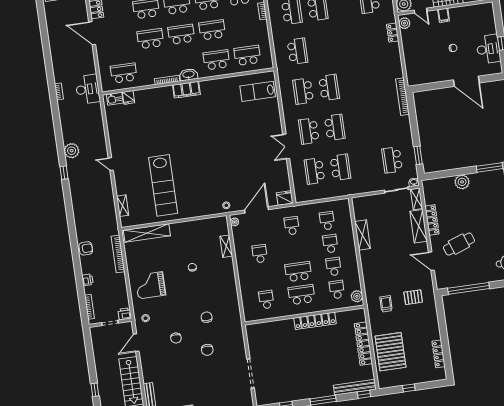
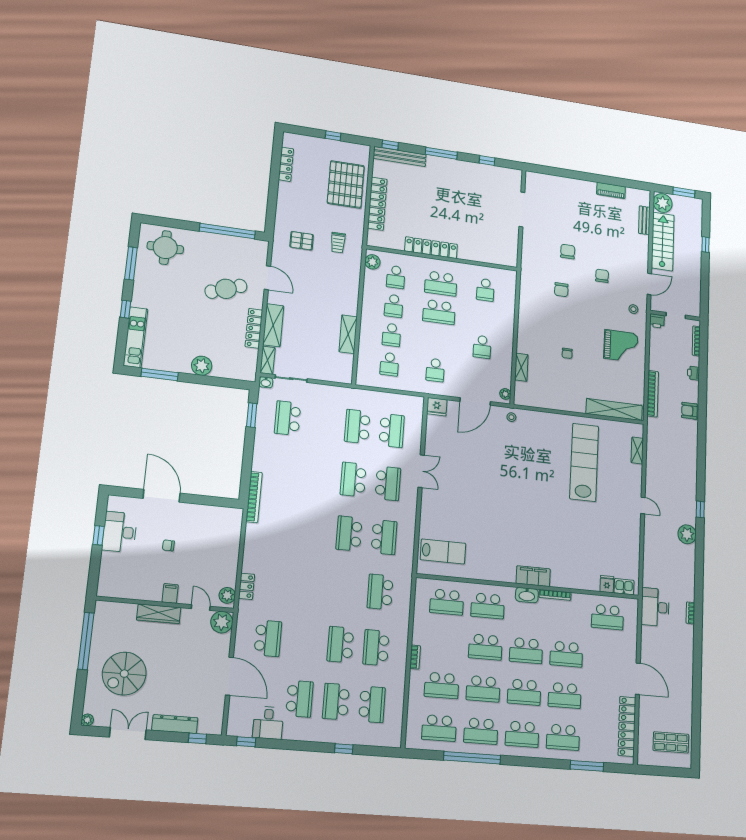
school desk: (392, 160) -> (288, 418), turned 180

